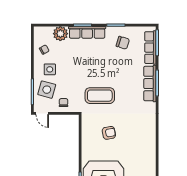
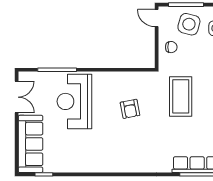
door: (42, 113) -> (157, 18), hinge flipped

